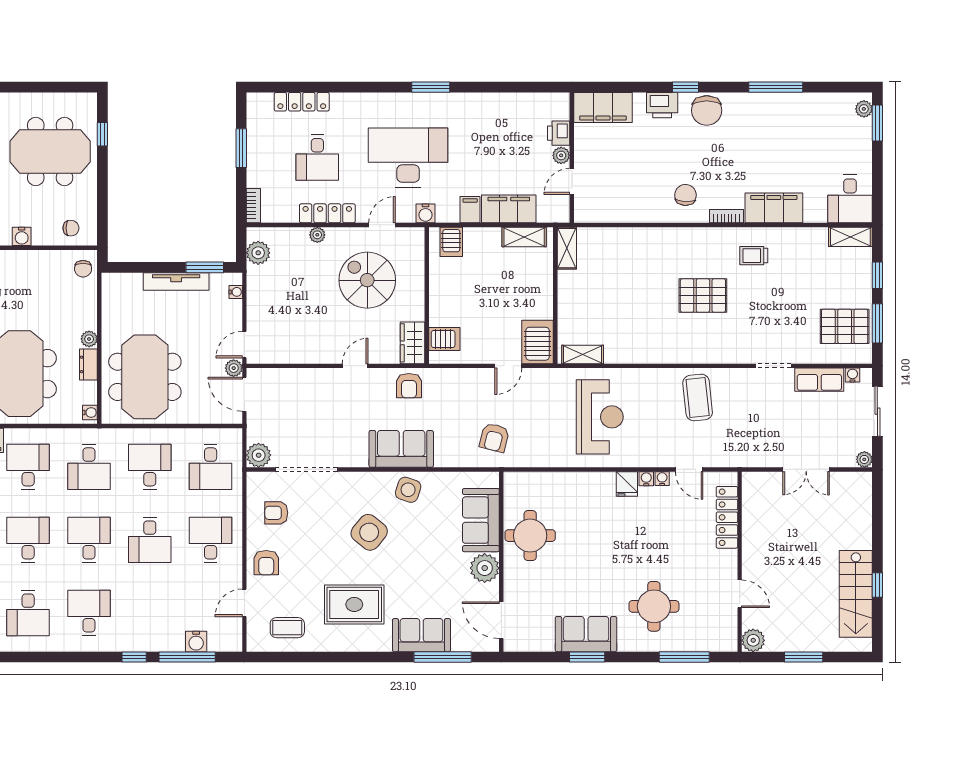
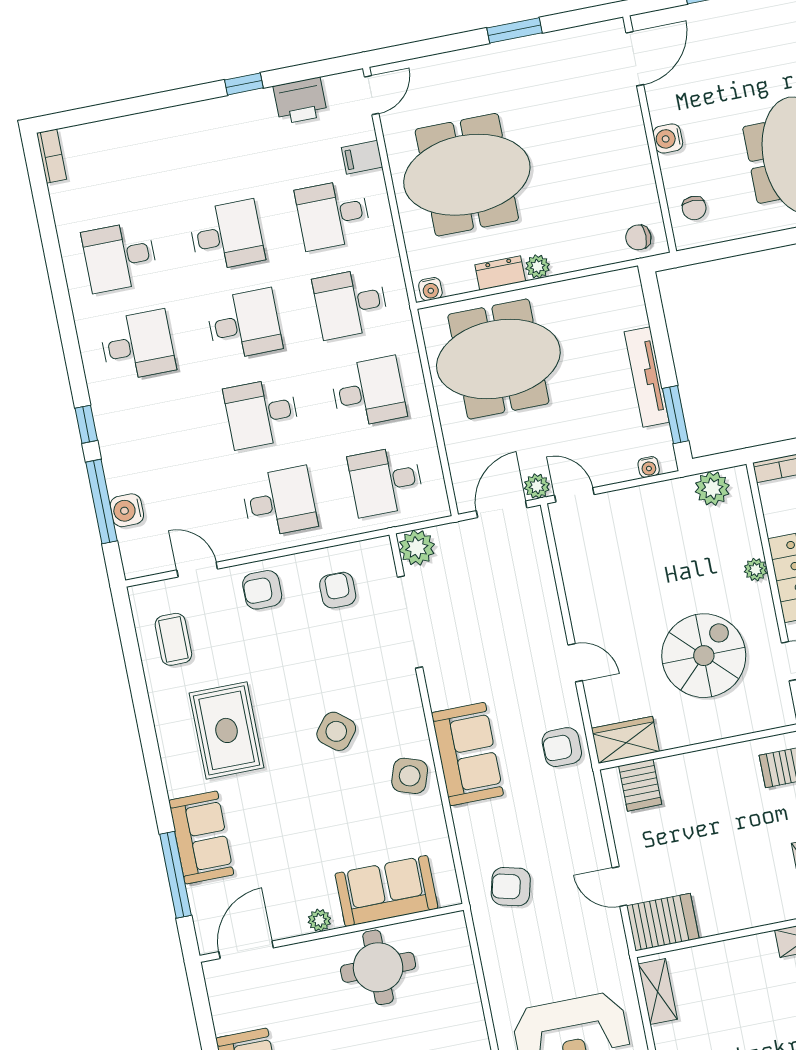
desk: (28, 467) -> (333, 214), turned 180
side table: (369, 532) -> (336, 731), width x0.73, depth x0.73
plant: (485, 568) -> (319, 920), width x0.53, depth x0.53

